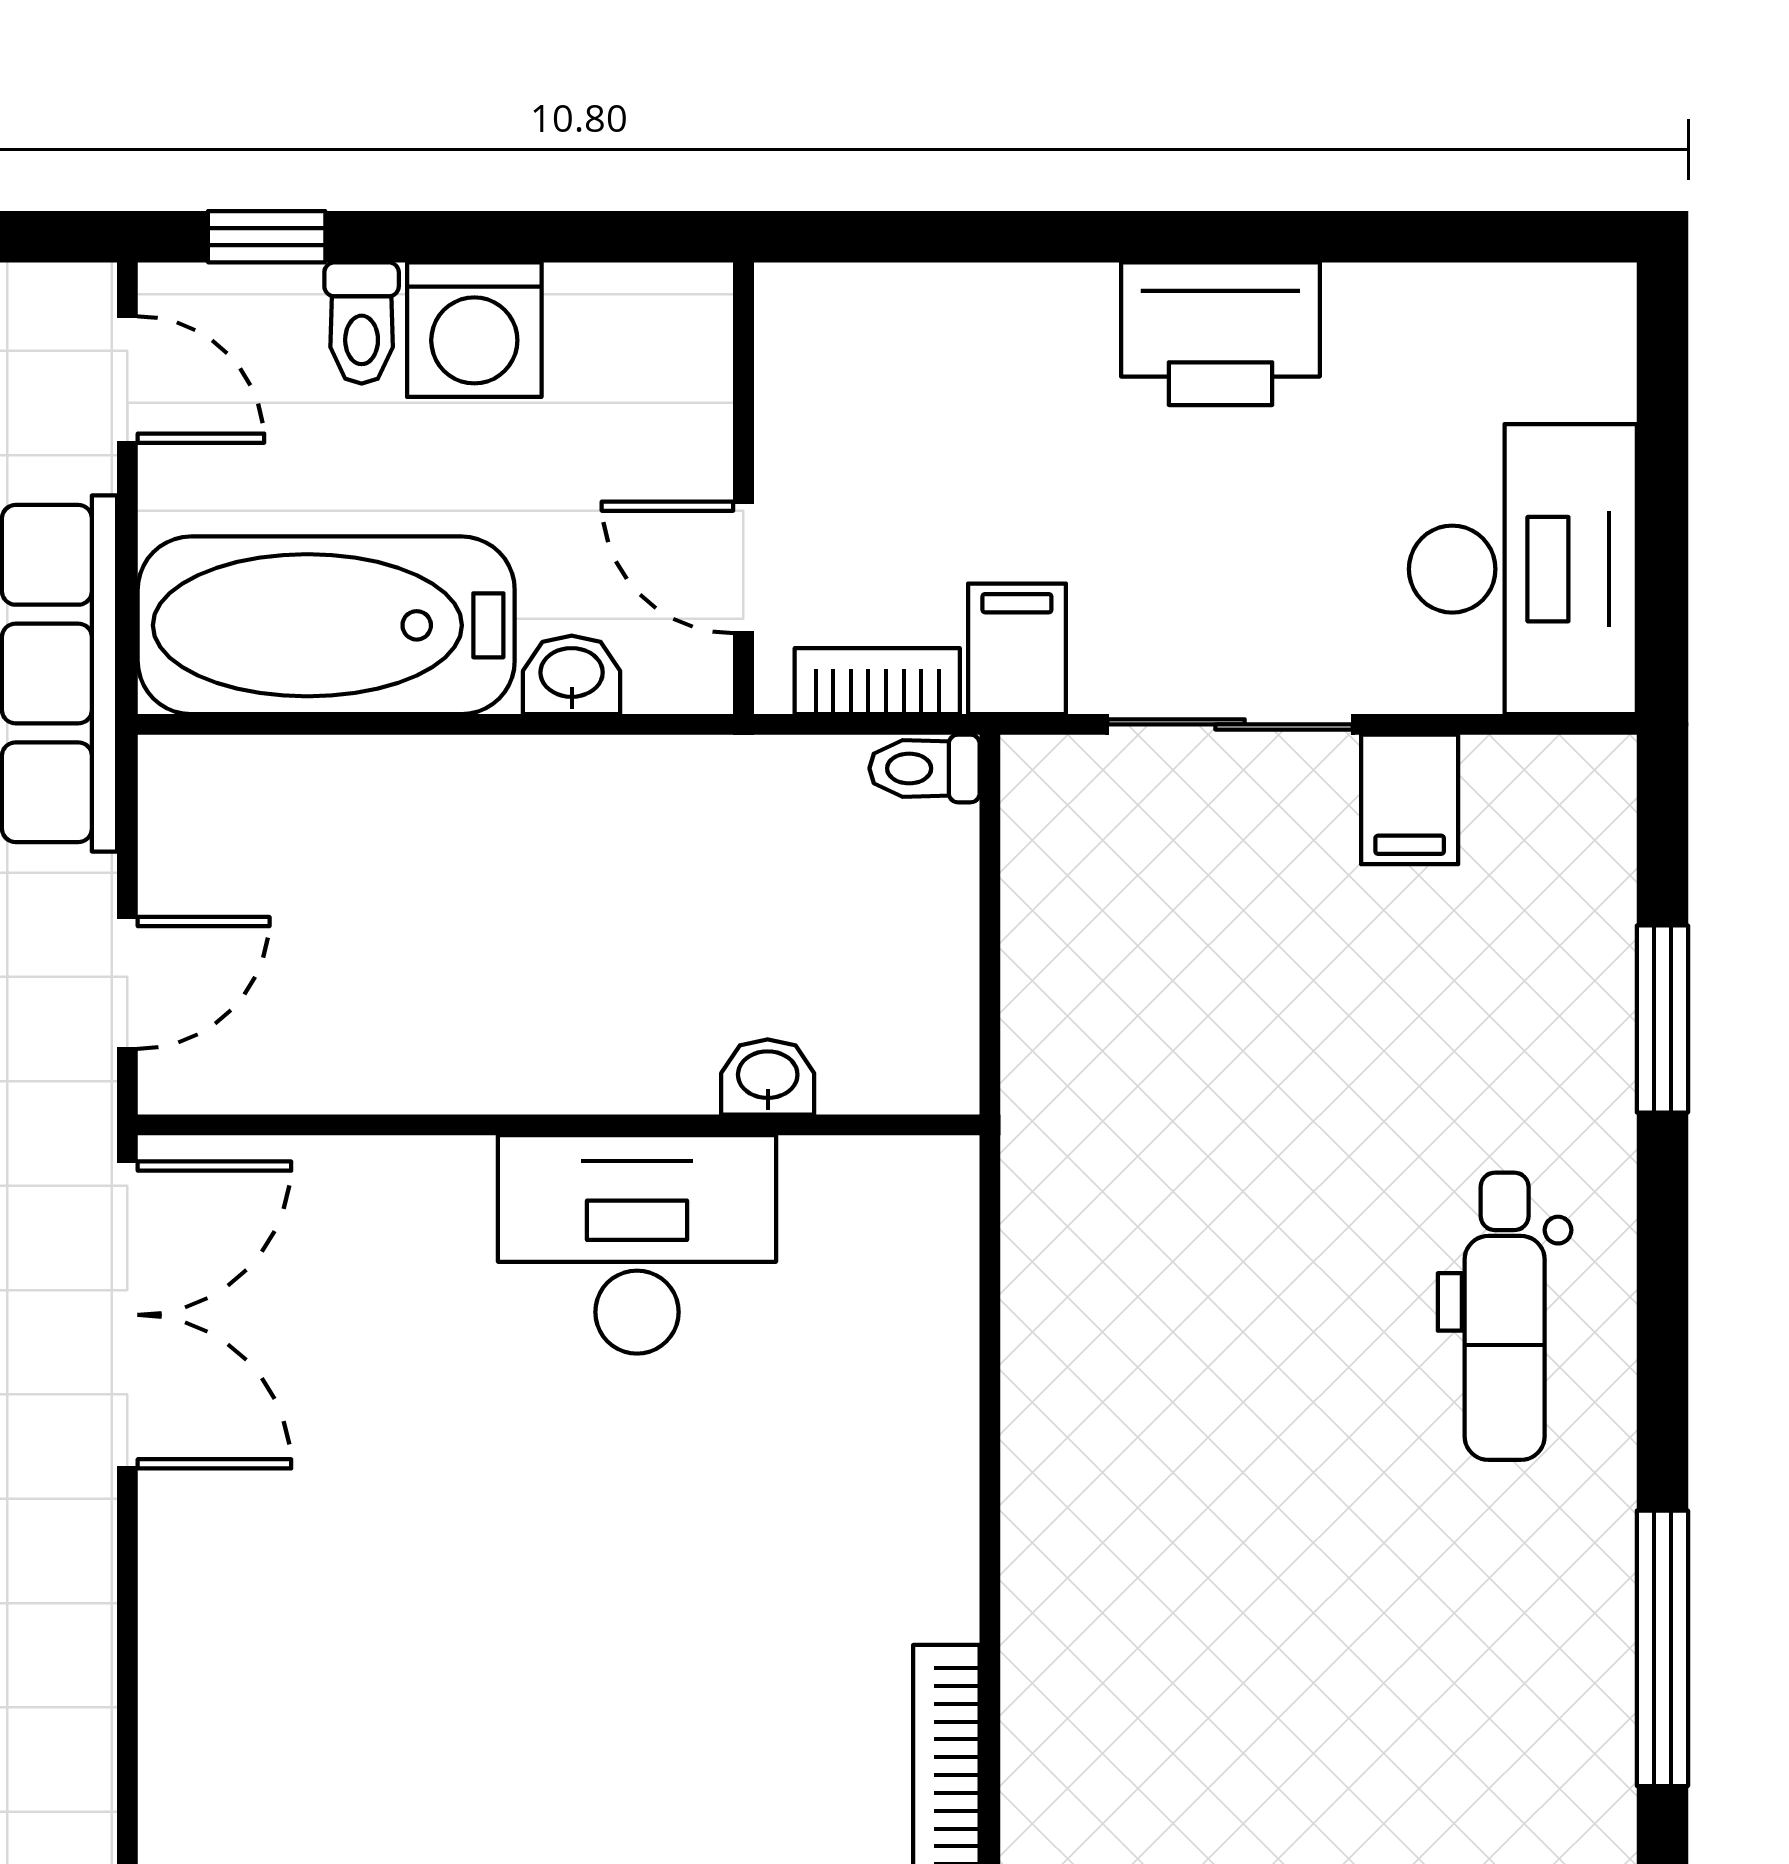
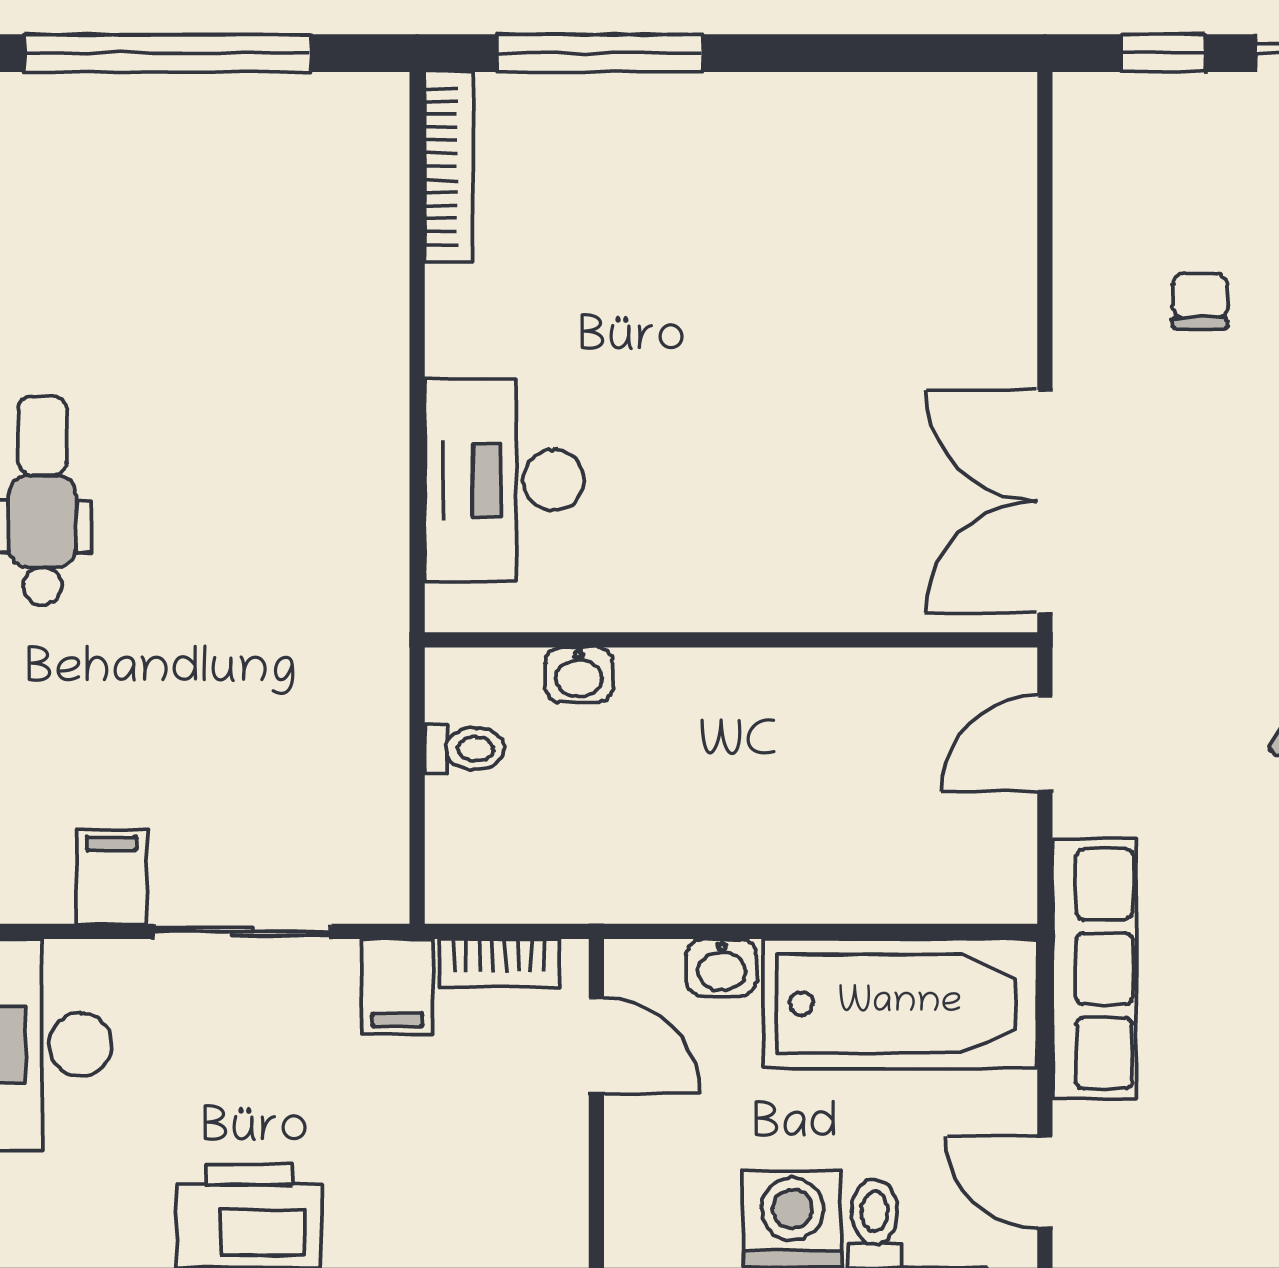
toilet: (925, 768) -> (465, 749), moved
desk: (637, 1244) -> (504, 480), moved, turned 90

